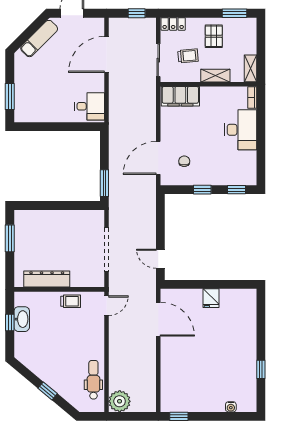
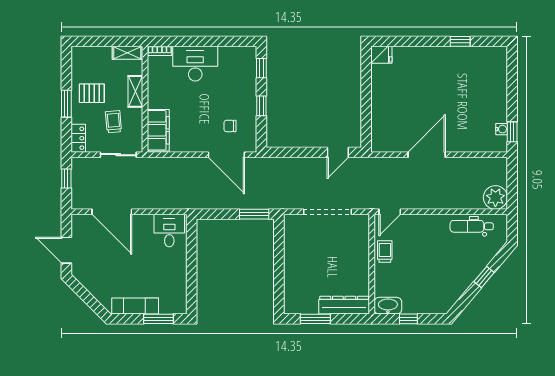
window: (234, 13) -> (66, 104), moved
exam couch: (39, 39) -> (135, 306), moved, turned -45
dresser: (47, 279) -> (344, 305), moved, turned 90
fridge: (211, 298) -> (381, 55), moved
door: (107, 306) -> (390, 212), swing flipped
washbasin: (22, 319) -> (388, 306), moved
door: (158, 319) -> (427, 155), moved
water cooler: (231, 407) -> (502, 129), moved

